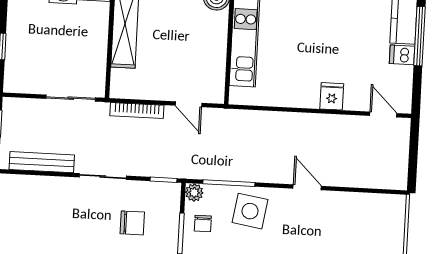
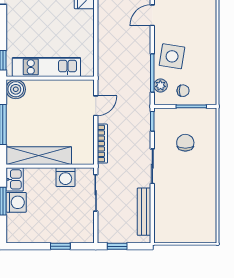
washing machine: (94, 58) -> (65, 177), added
plant: (194, 193) -> (160, 85), moved

